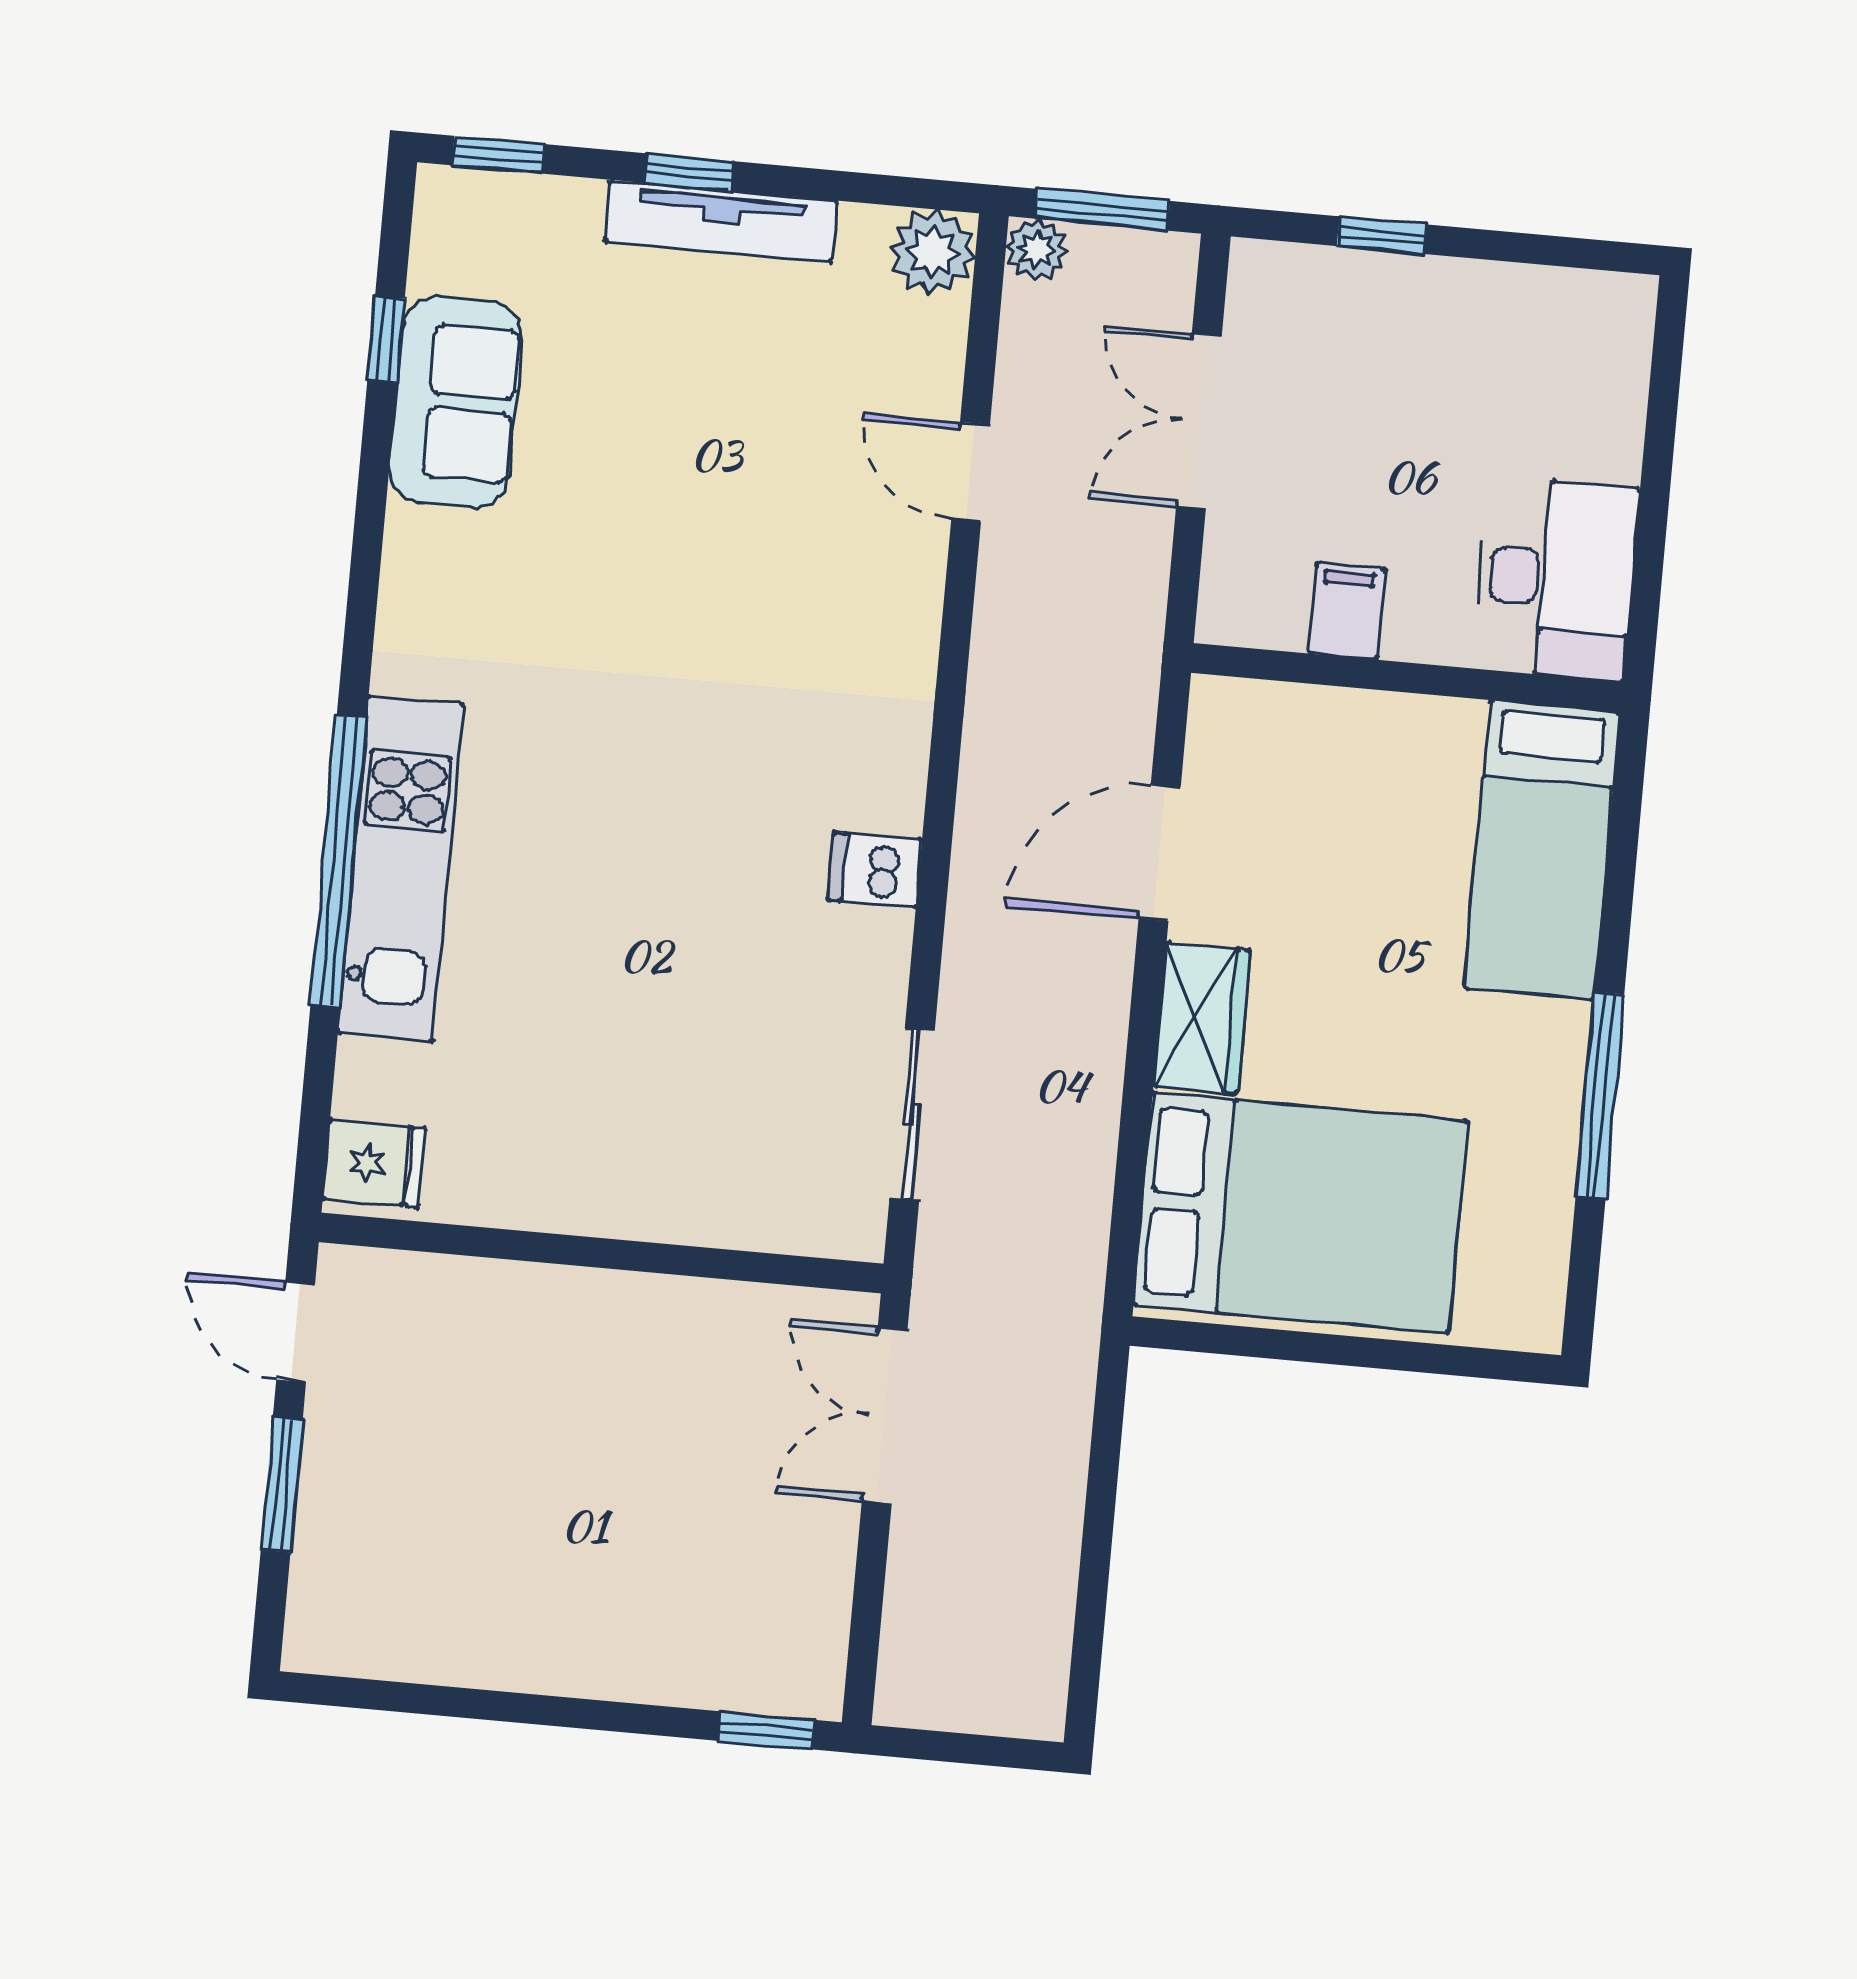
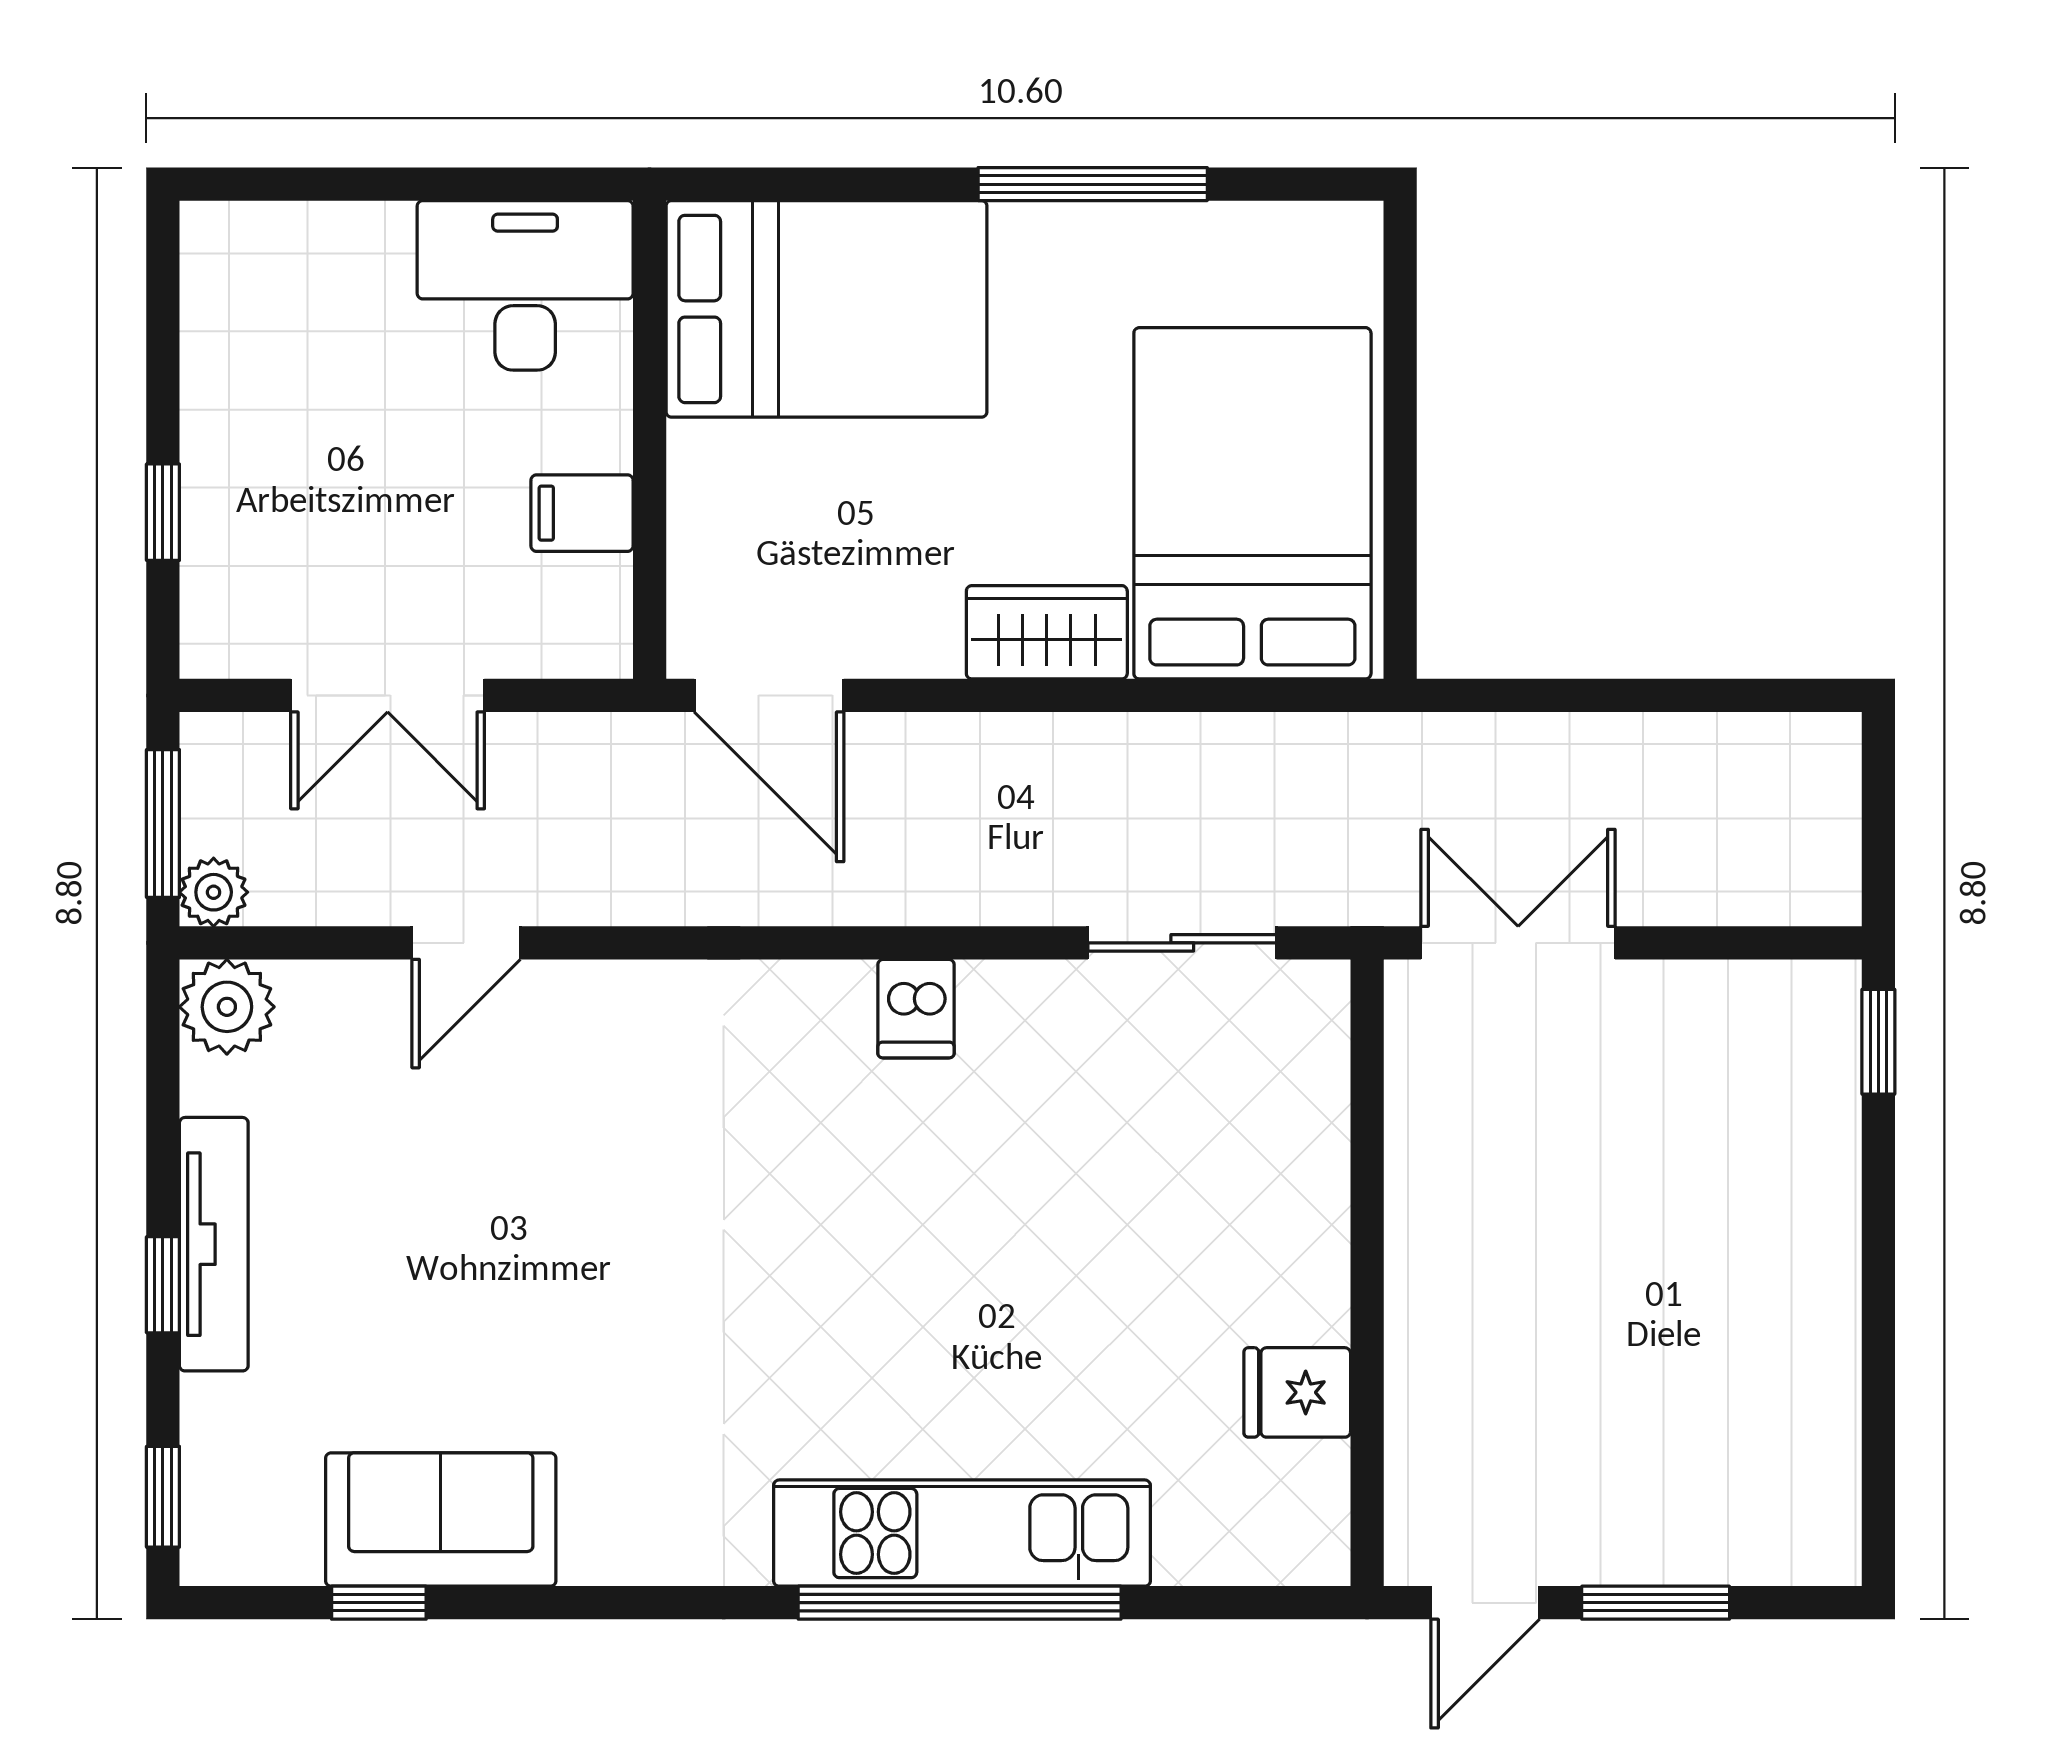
bed: (1542, 850) -> (826, 309), width x1.50
door: (1160, 853) -> (769, 695), moved
fridge: (374, 1164) -> (1297, 1392), moved, turned -90
double door: (885, 1415) -> (1518, 943), swing flipped

